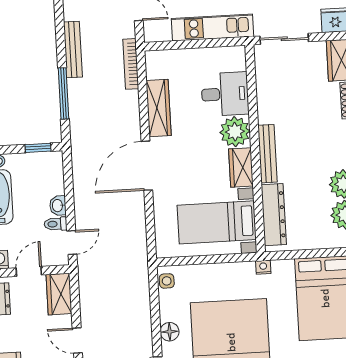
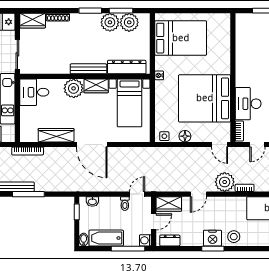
window: (63, 93) -> (28, 194), moved
desk: (225, 94) -> (34, 92), moved, turned -90
washbasin: (58, 206) -> (92, 201), moved
door: (72, 243) -> (137, 194), hinge flipped
door: (29, 271) -> (154, 222), swing flipped
floor lamp: (170, 332) -> (185, 136), moved

